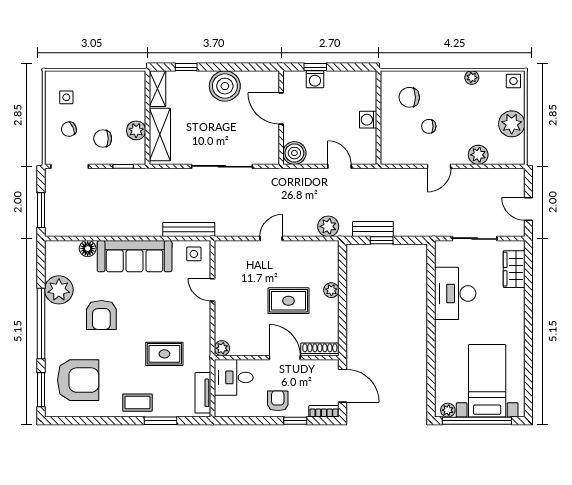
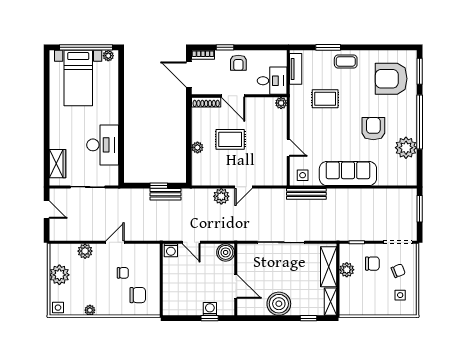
washing machine: (368, 120) -> (171, 250), moved, turned 90
plant: (328, 226) -> (221, 196), moved
floor lamp: (88, 249) -> (384, 179), removed

